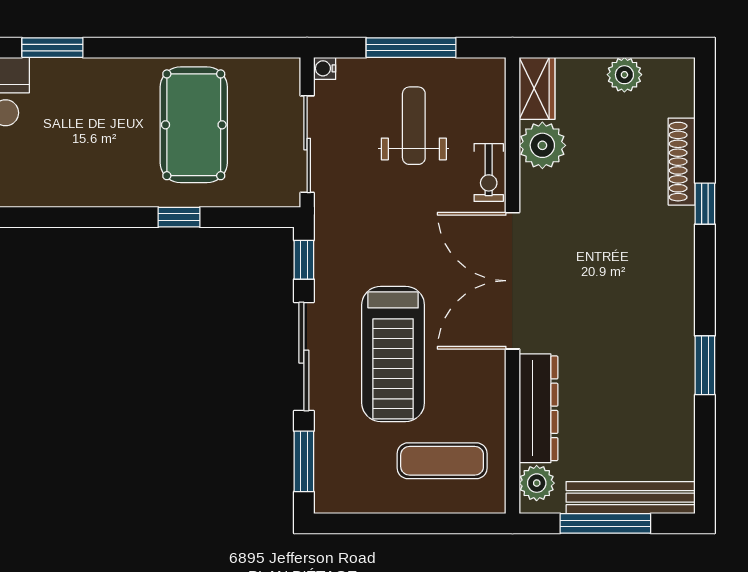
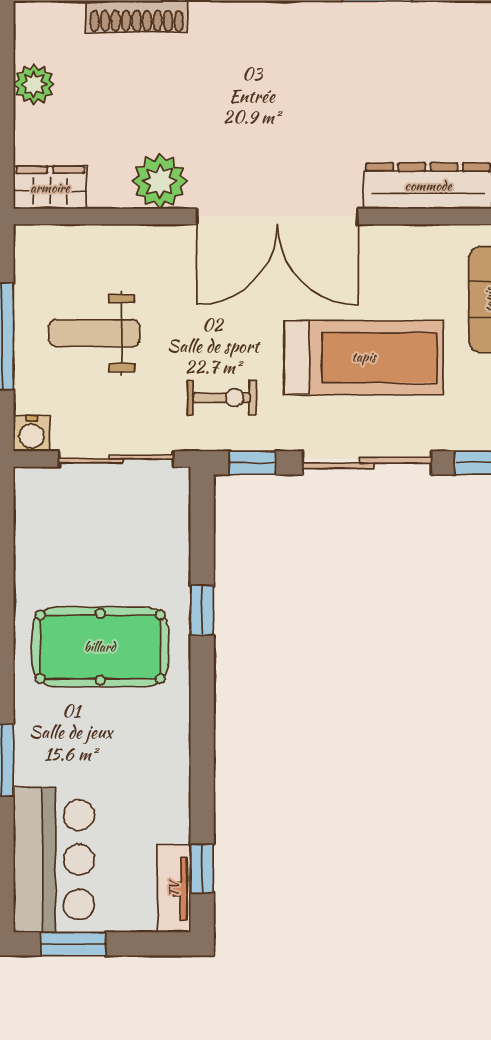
water cooler: (325, 68) -> (31, 433), width x1.38, depth x1.38
pool table: (194, 125) -> (100, 647), moved
plant: (542, 145) -> (160, 181), moved
exercise bike: (489, 172) -> (222, 398), moved

